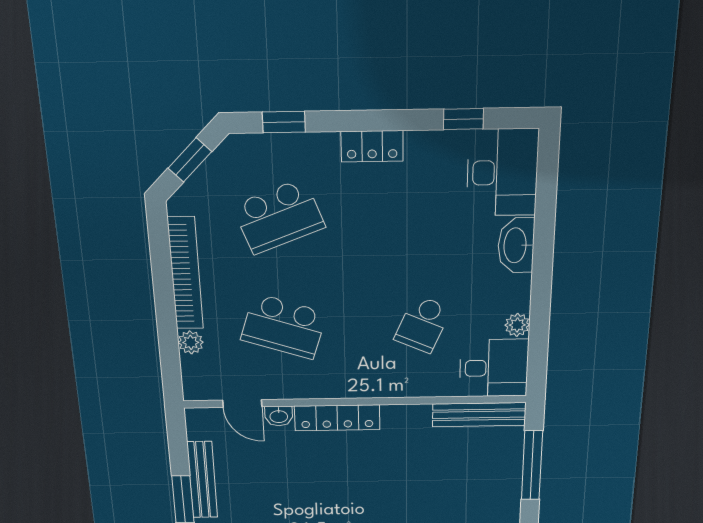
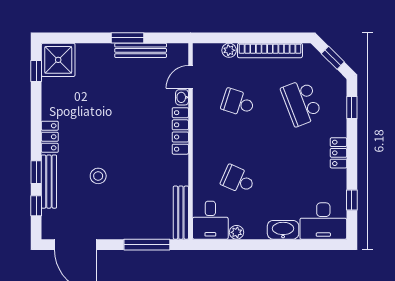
school desk: (284, 326) -> (238, 103), width x0.54

